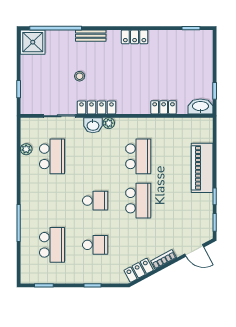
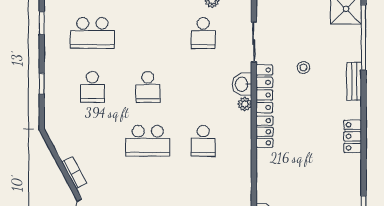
locker: (164, 107) -> (264, 132), moved
school desk: (52, 156) -> (203, 33), width x0.54
school desk: (138, 156) -> (203, 141), width x0.54
locker: (139, 270) -> (61, 141), removed

